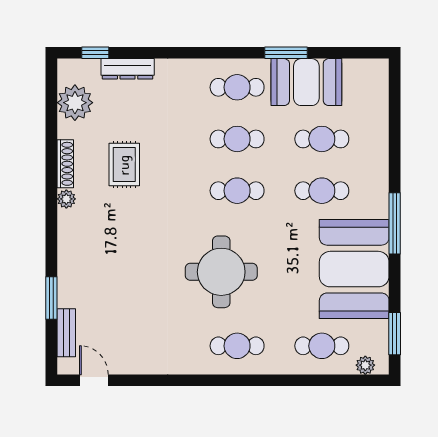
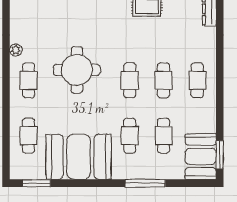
window: (286, 53) -> (220, 155), moved
booth: (306, 82) -> (201, 156), moved
window: (395, 223) -> (145, 183), moved
plant: (365, 365) -> (16, 50), moved

